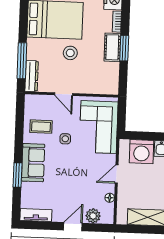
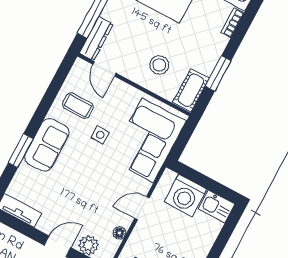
cot: (112, 47) -> (191, 90), moved
window: (124, 48) -> (218, 73), moved
stool: (70, 53) -> (159, 65), moved
door: (64, 94) -> (105, 69), moved

